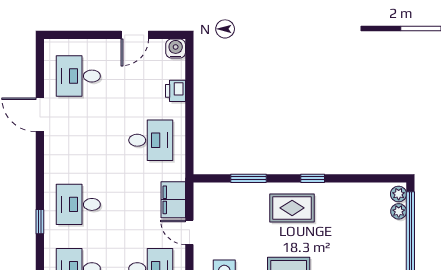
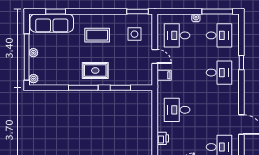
window: (313, 178) -> (83, 88), width x2.17
filing cabinet: (173, 200) -> (164, 75), width x0.50
plant: (399, 211) -> (33, 53), moved

